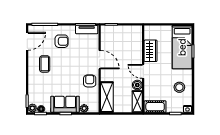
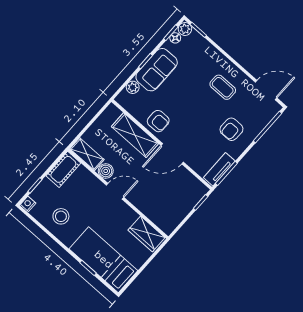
door: (27, 41) -> (266, 90), swing flipped
wardrobe: (151, 51) -> (146, 234), moved
shelving: (107, 97) -> (135, 135), moved

